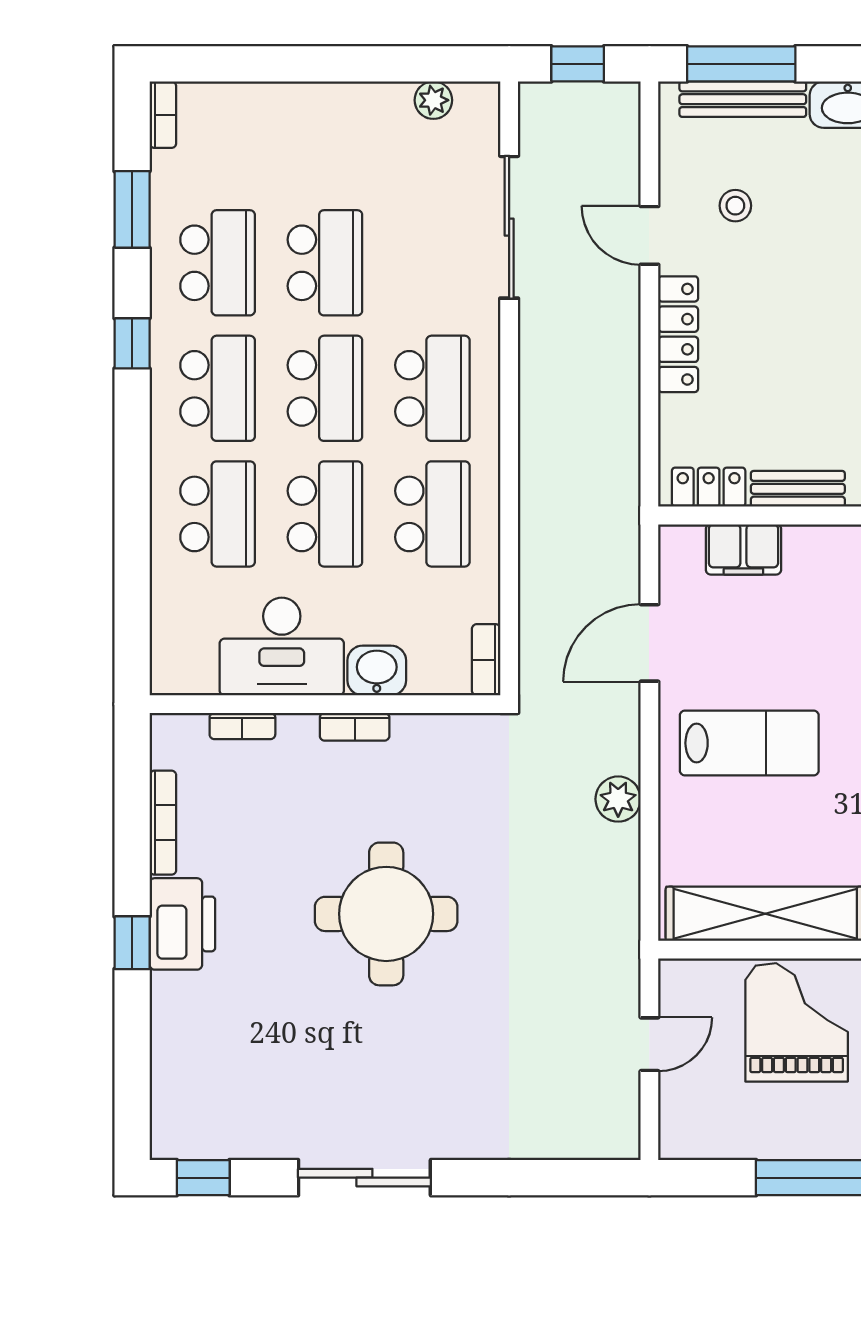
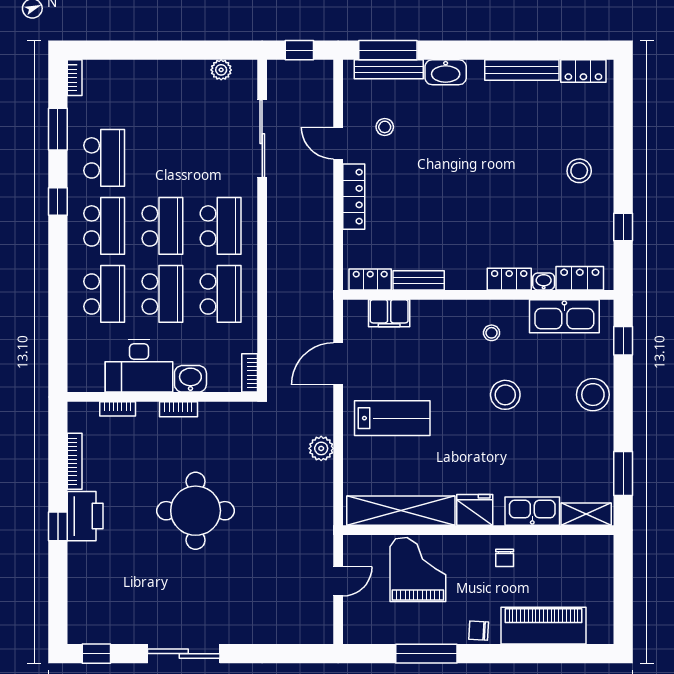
school desk: (325, 263) -> (162, 158), removed

